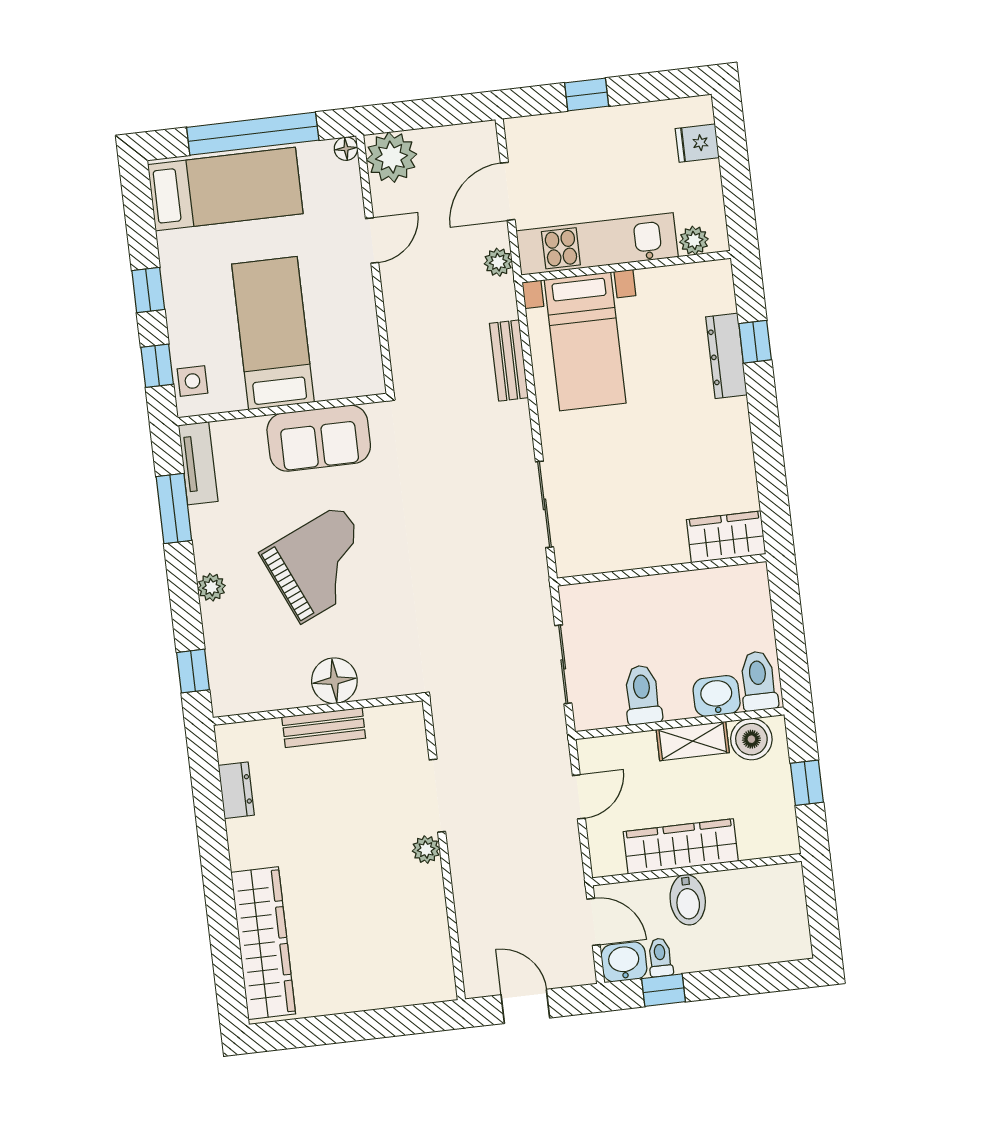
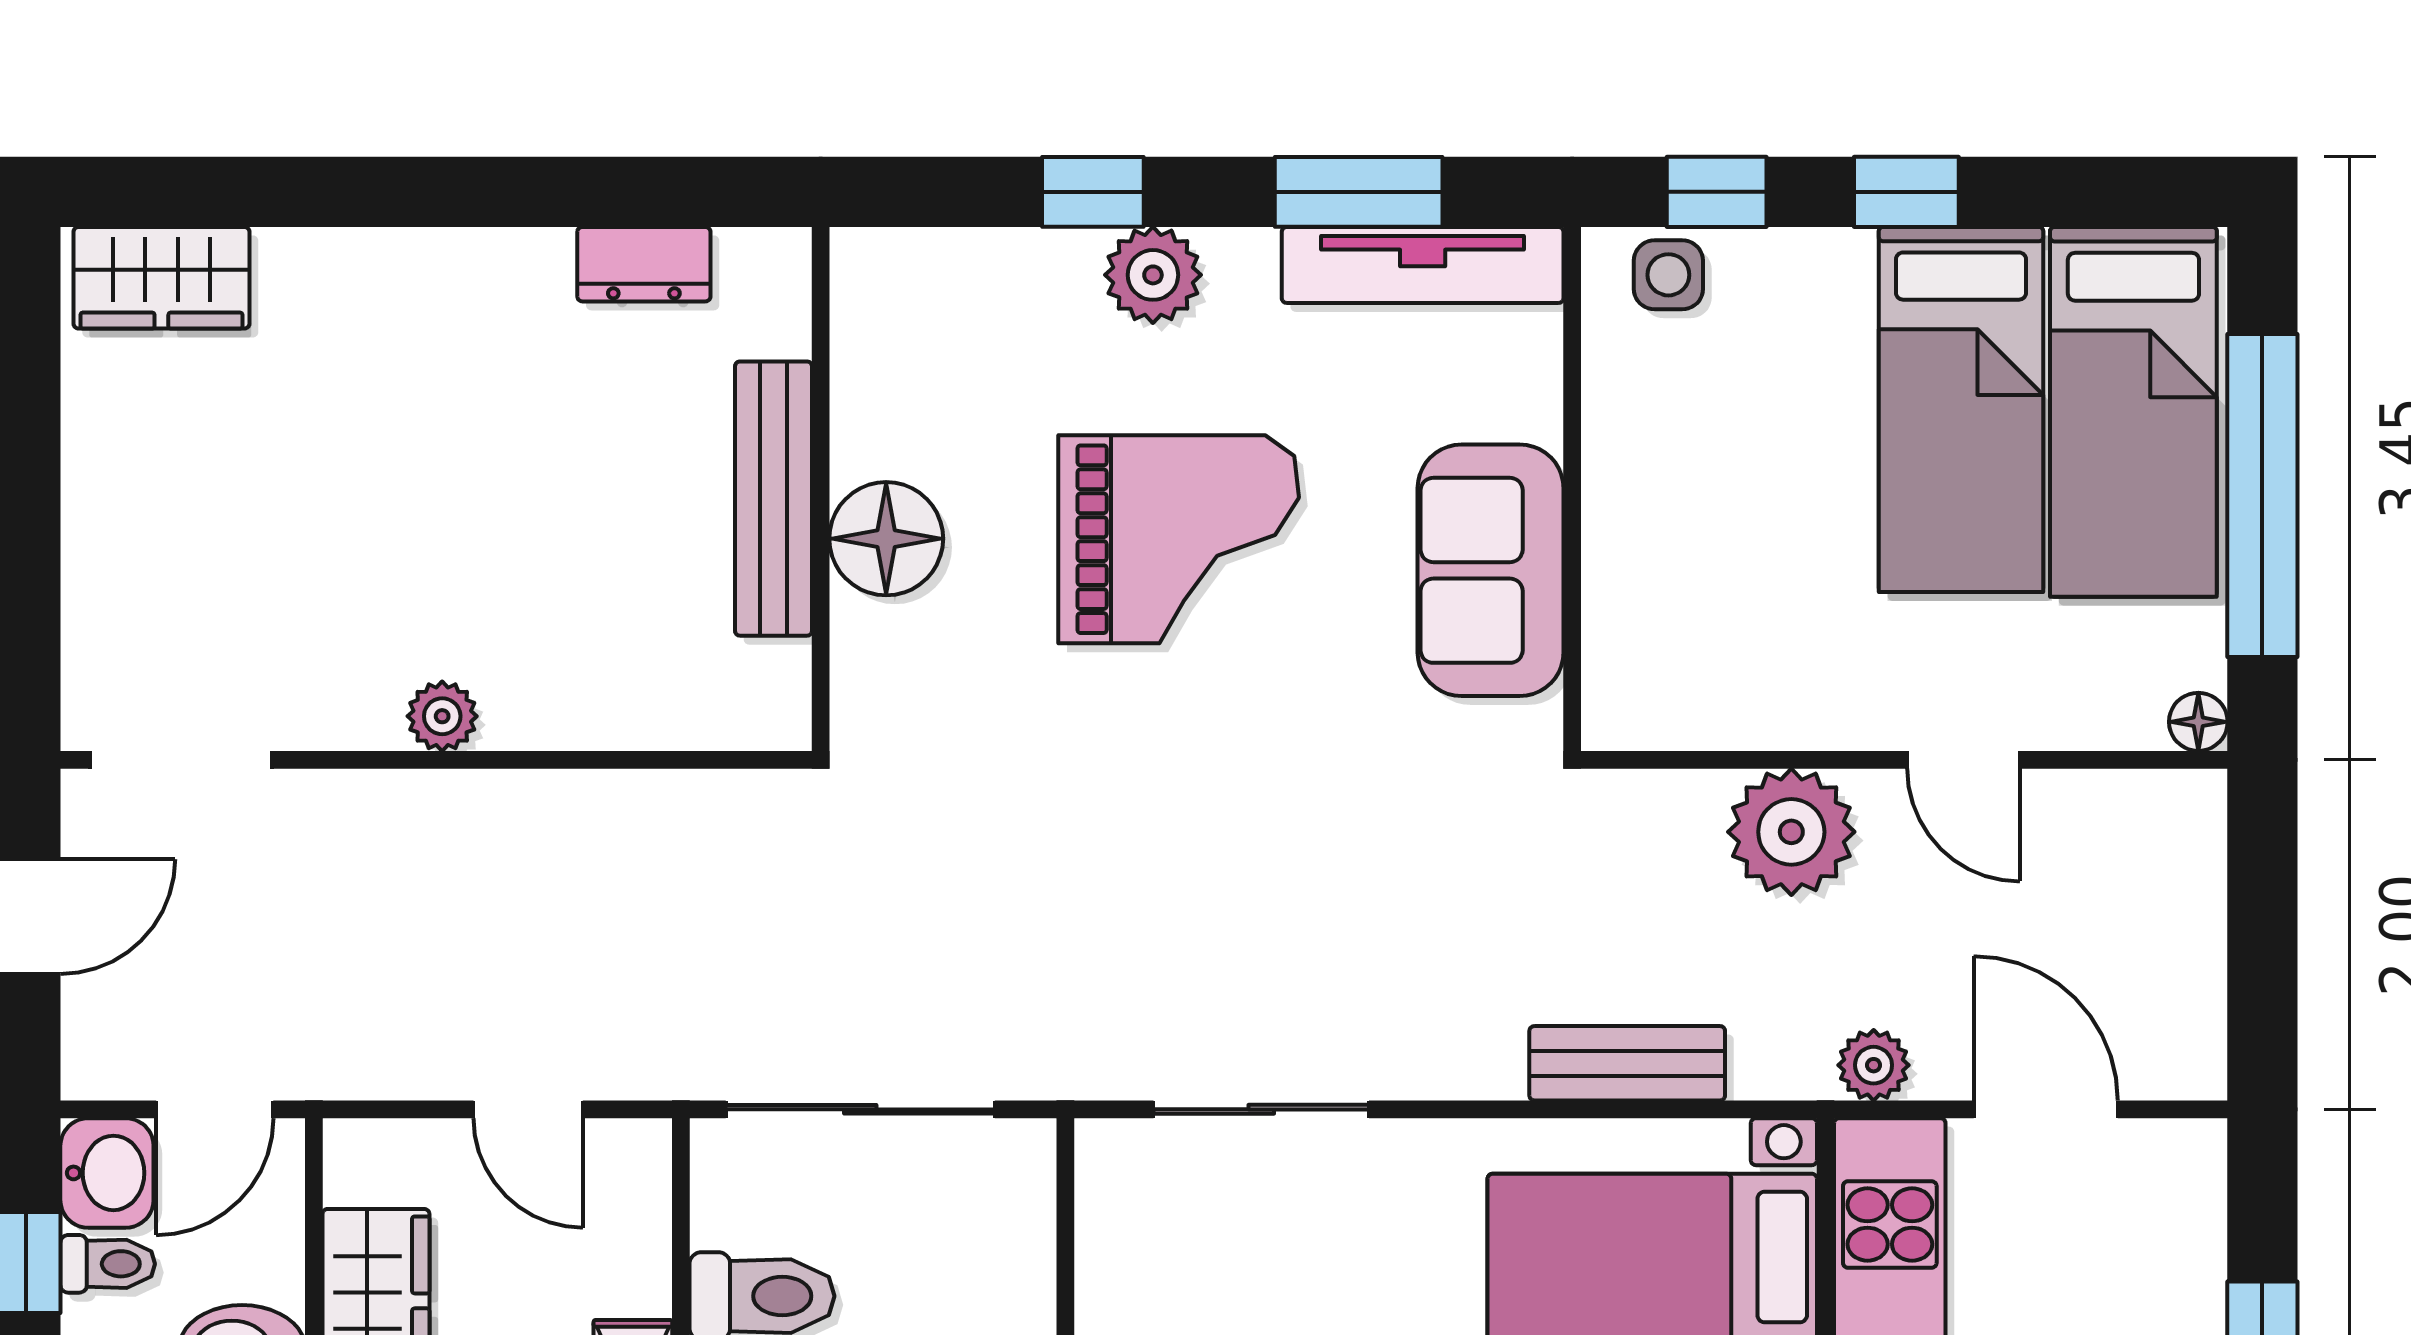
plant: (391, 157) -> (1791, 832), moved
bed: (273, 333) -> (1961, 409), moved, turned 90
tv unit: (198, 463) -> (1423, 265), width x1.41
grand piano: (321, 564) -> (1179, 539), turned -66
plant: (211, 587) -> (1153, 275), width x1.38, depth x1.38
sliding door: (563, 664) -> (860, 1109), width x1.37
window: (193, 671) -> (1093, 192), moved
bench: (324, 728) -> (773, 499), width x1.36
doorway: (437, 796) -> (181, 760), moved
wardrobe: (263, 943) -> (161, 278), width x0.48, depth x0.85

